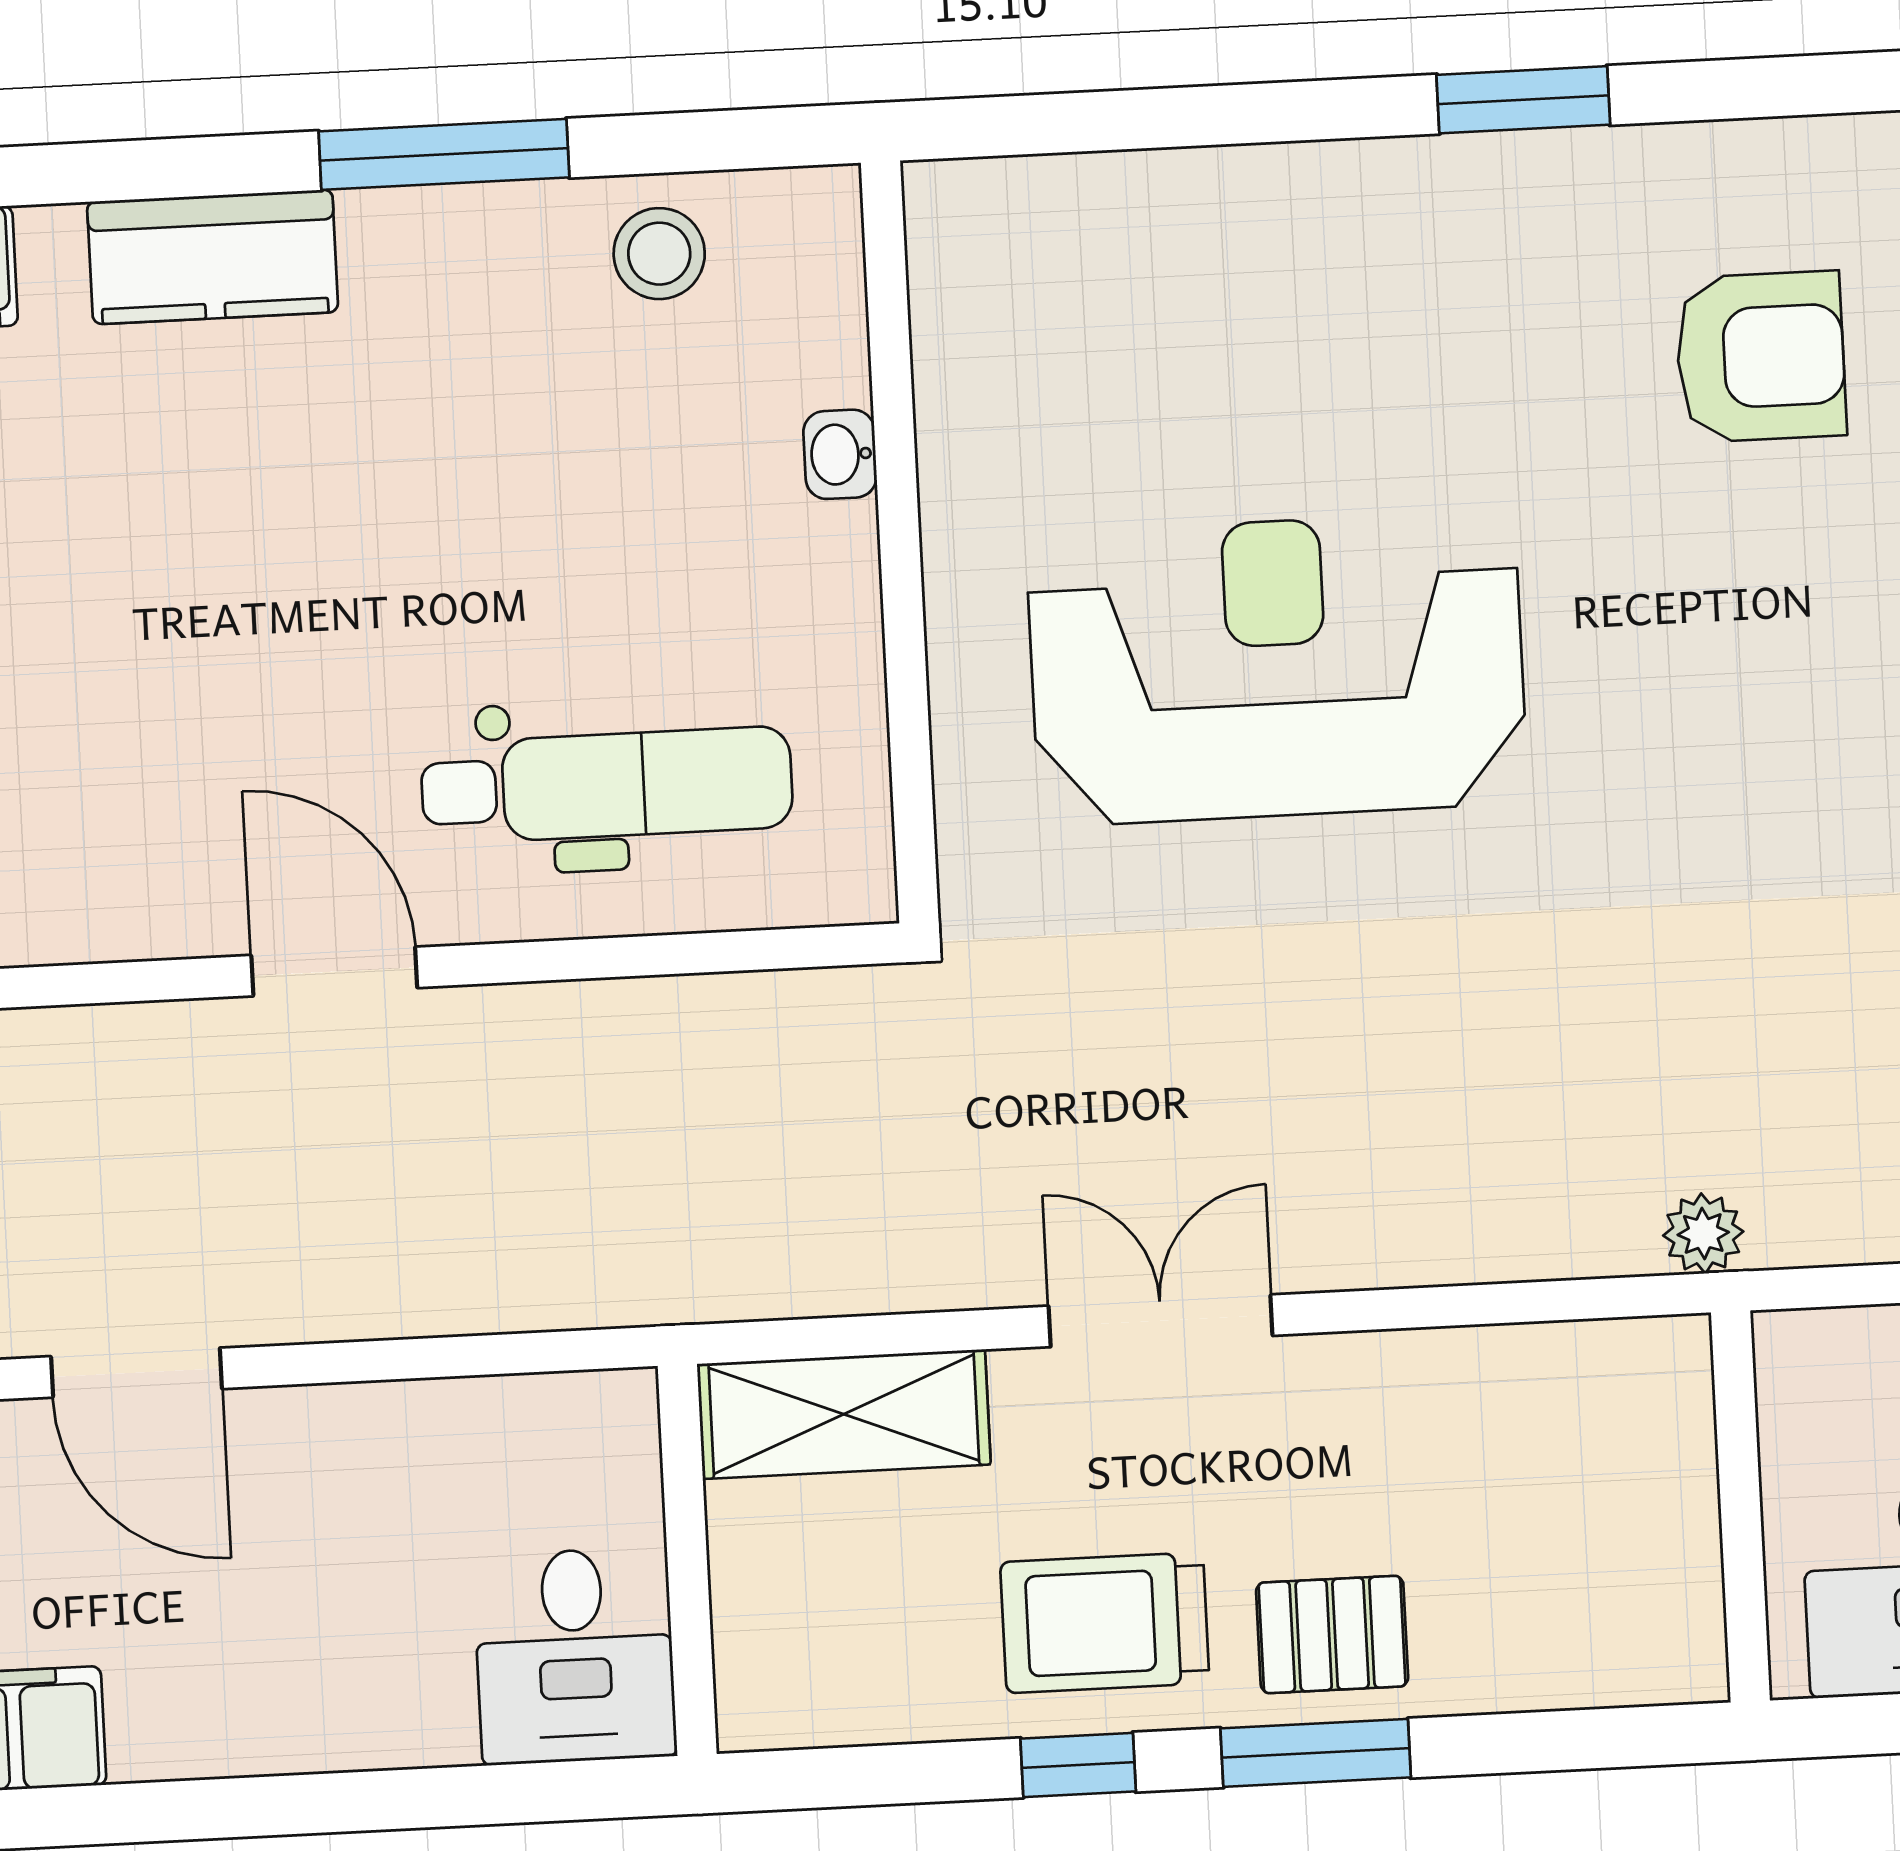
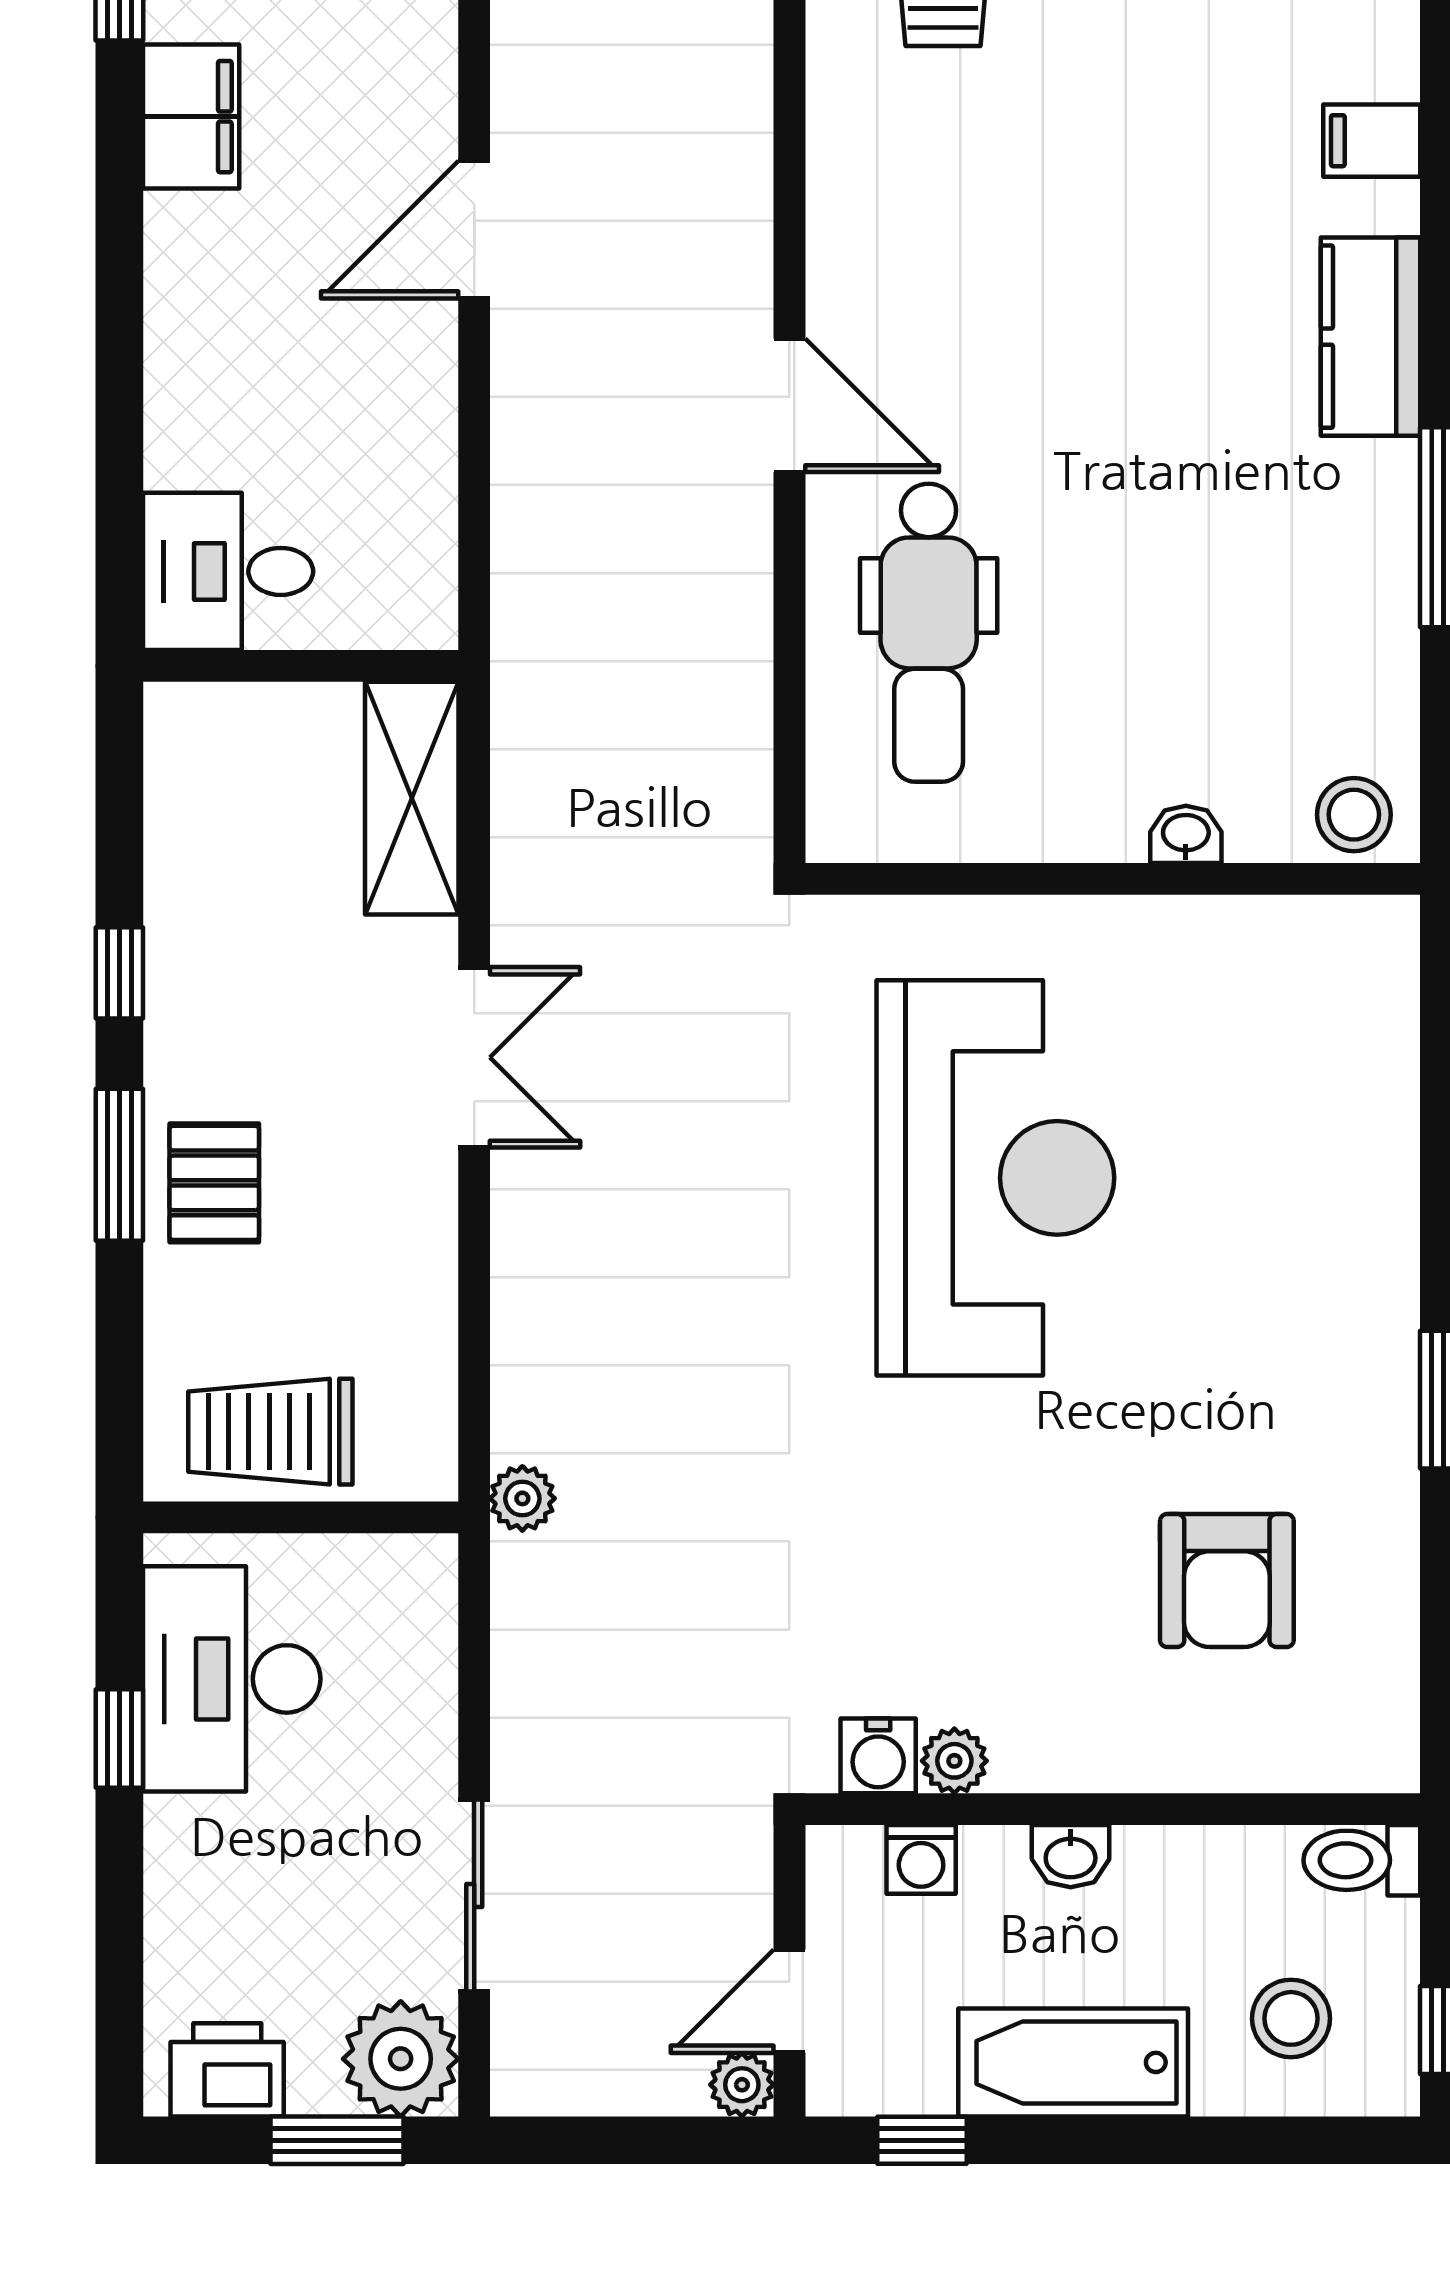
stool: (659, 254) -> (1354, 815), moved
door: (334, 972) -> (789, 405), hinge flipped
trolley: (1105, 1623) -> (270, 1432), moved, turned -90

